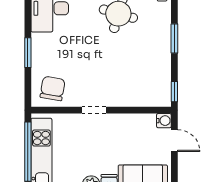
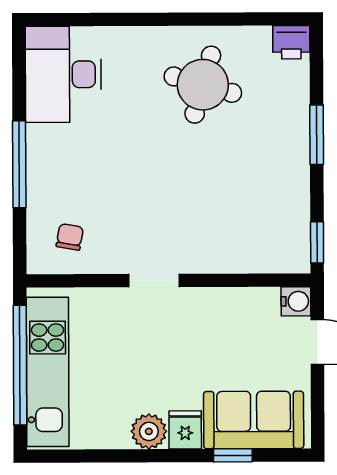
window: (28, 53) -> (19, 164), width x1.44
chair: (53, 88) -> (70, 237), width x0.54, depth x0.54

